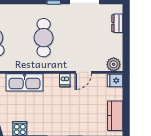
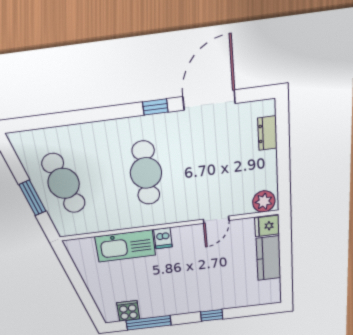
dishwasher: (65, 80) -> (163, 238), moved
kitchen counter: (115, 116) -> (269, 258), moved

